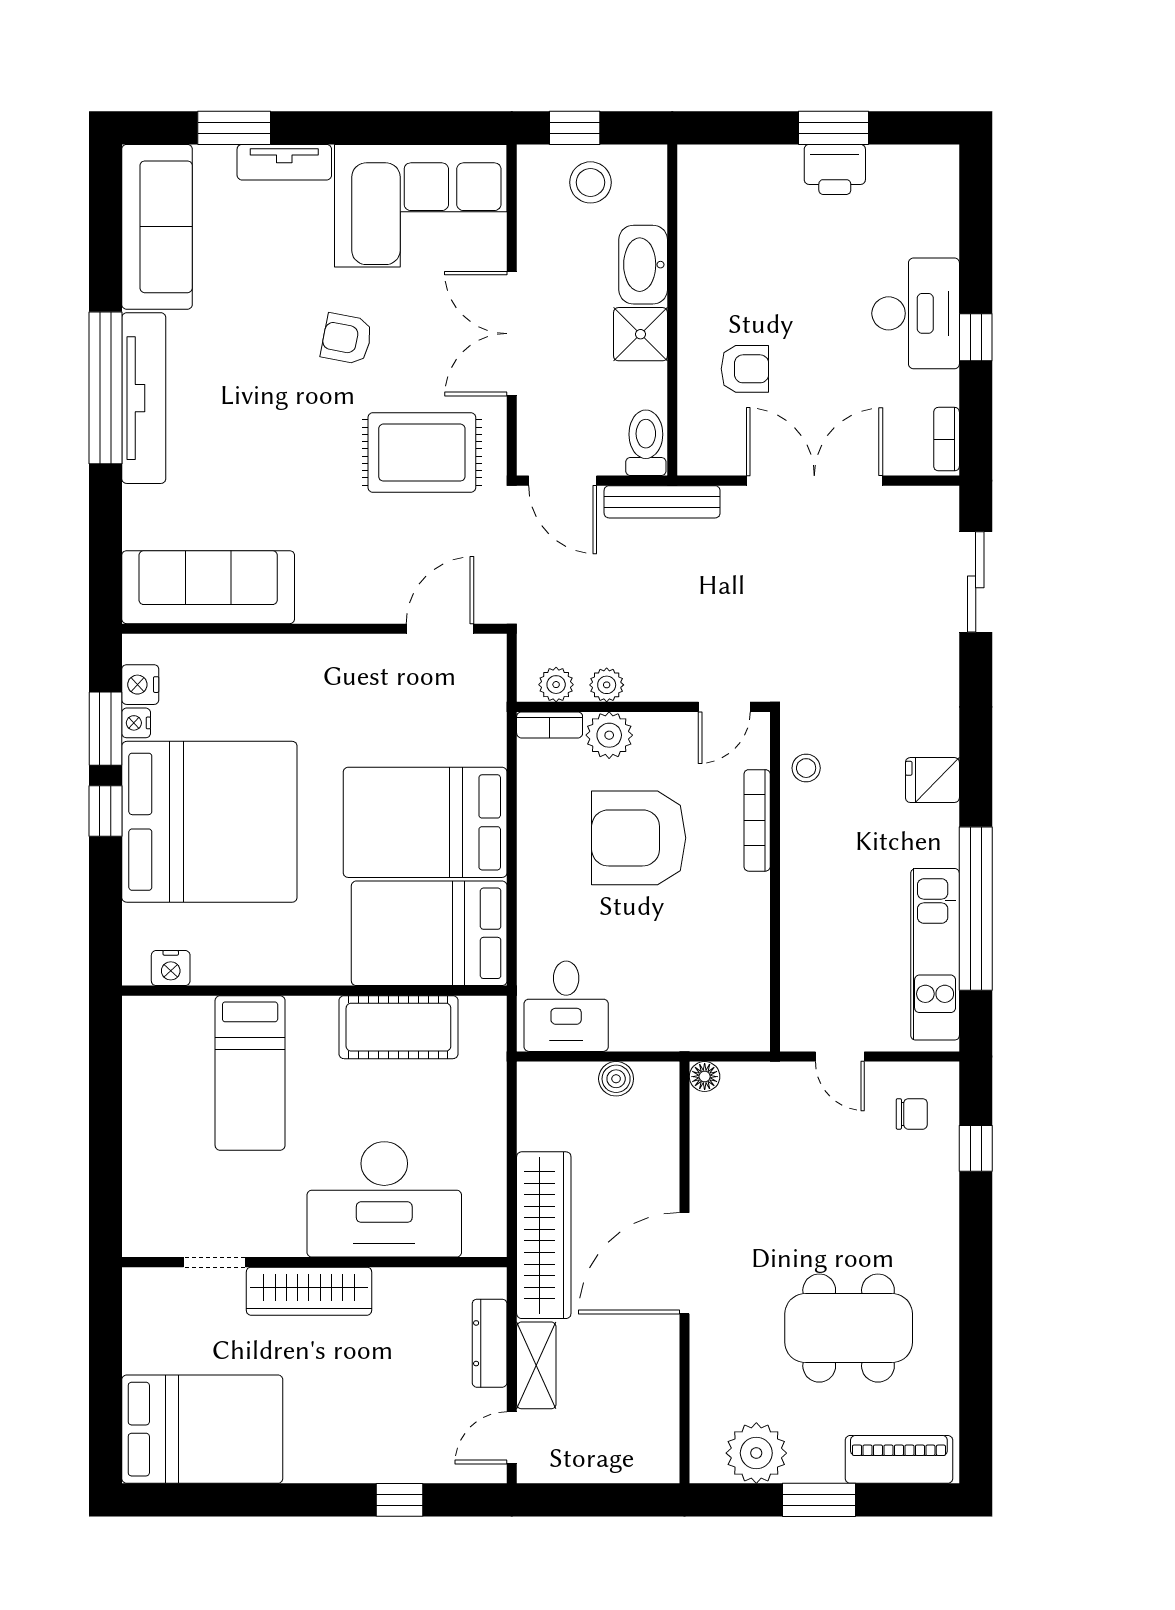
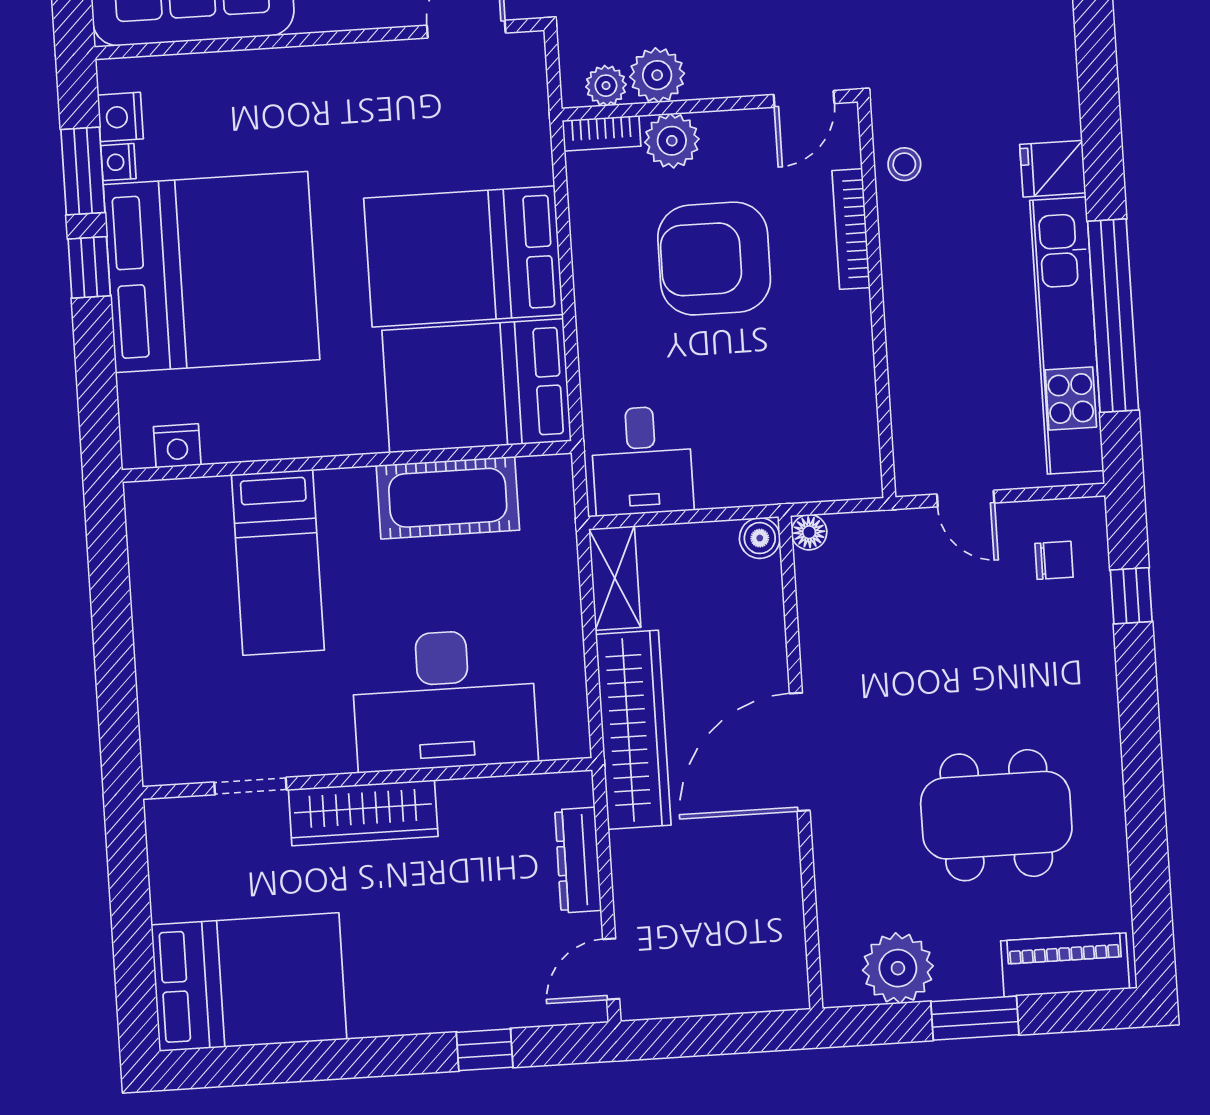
plant: (607, 685) -> (657, 75), width x1.38, depth x1.38
kitchen unit: (935, 954) -> (1067, 336), width x1.36
boiler: (616, 1079) -> (760, 538), moved
shelving: (536, 1365) -> (615, 578), moved

